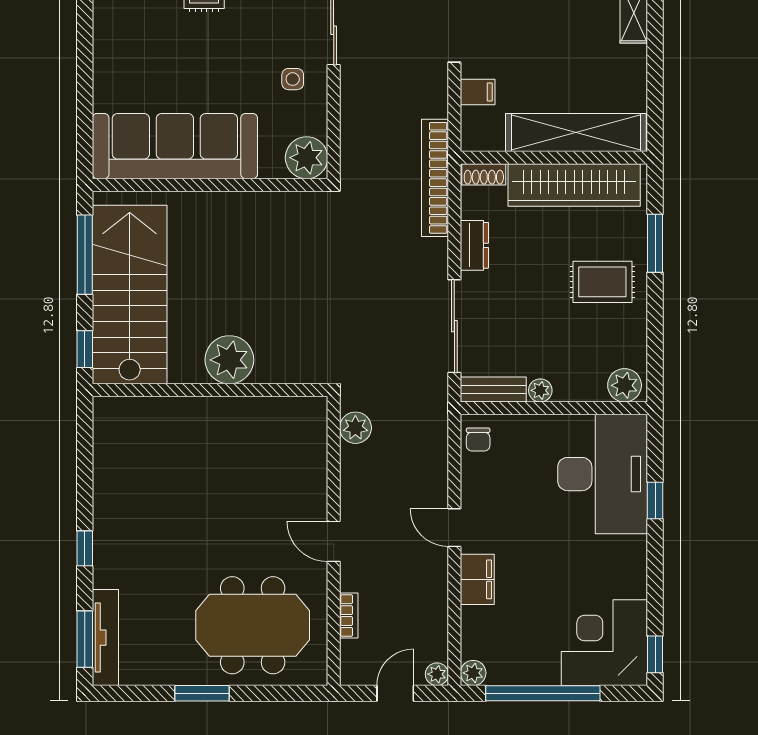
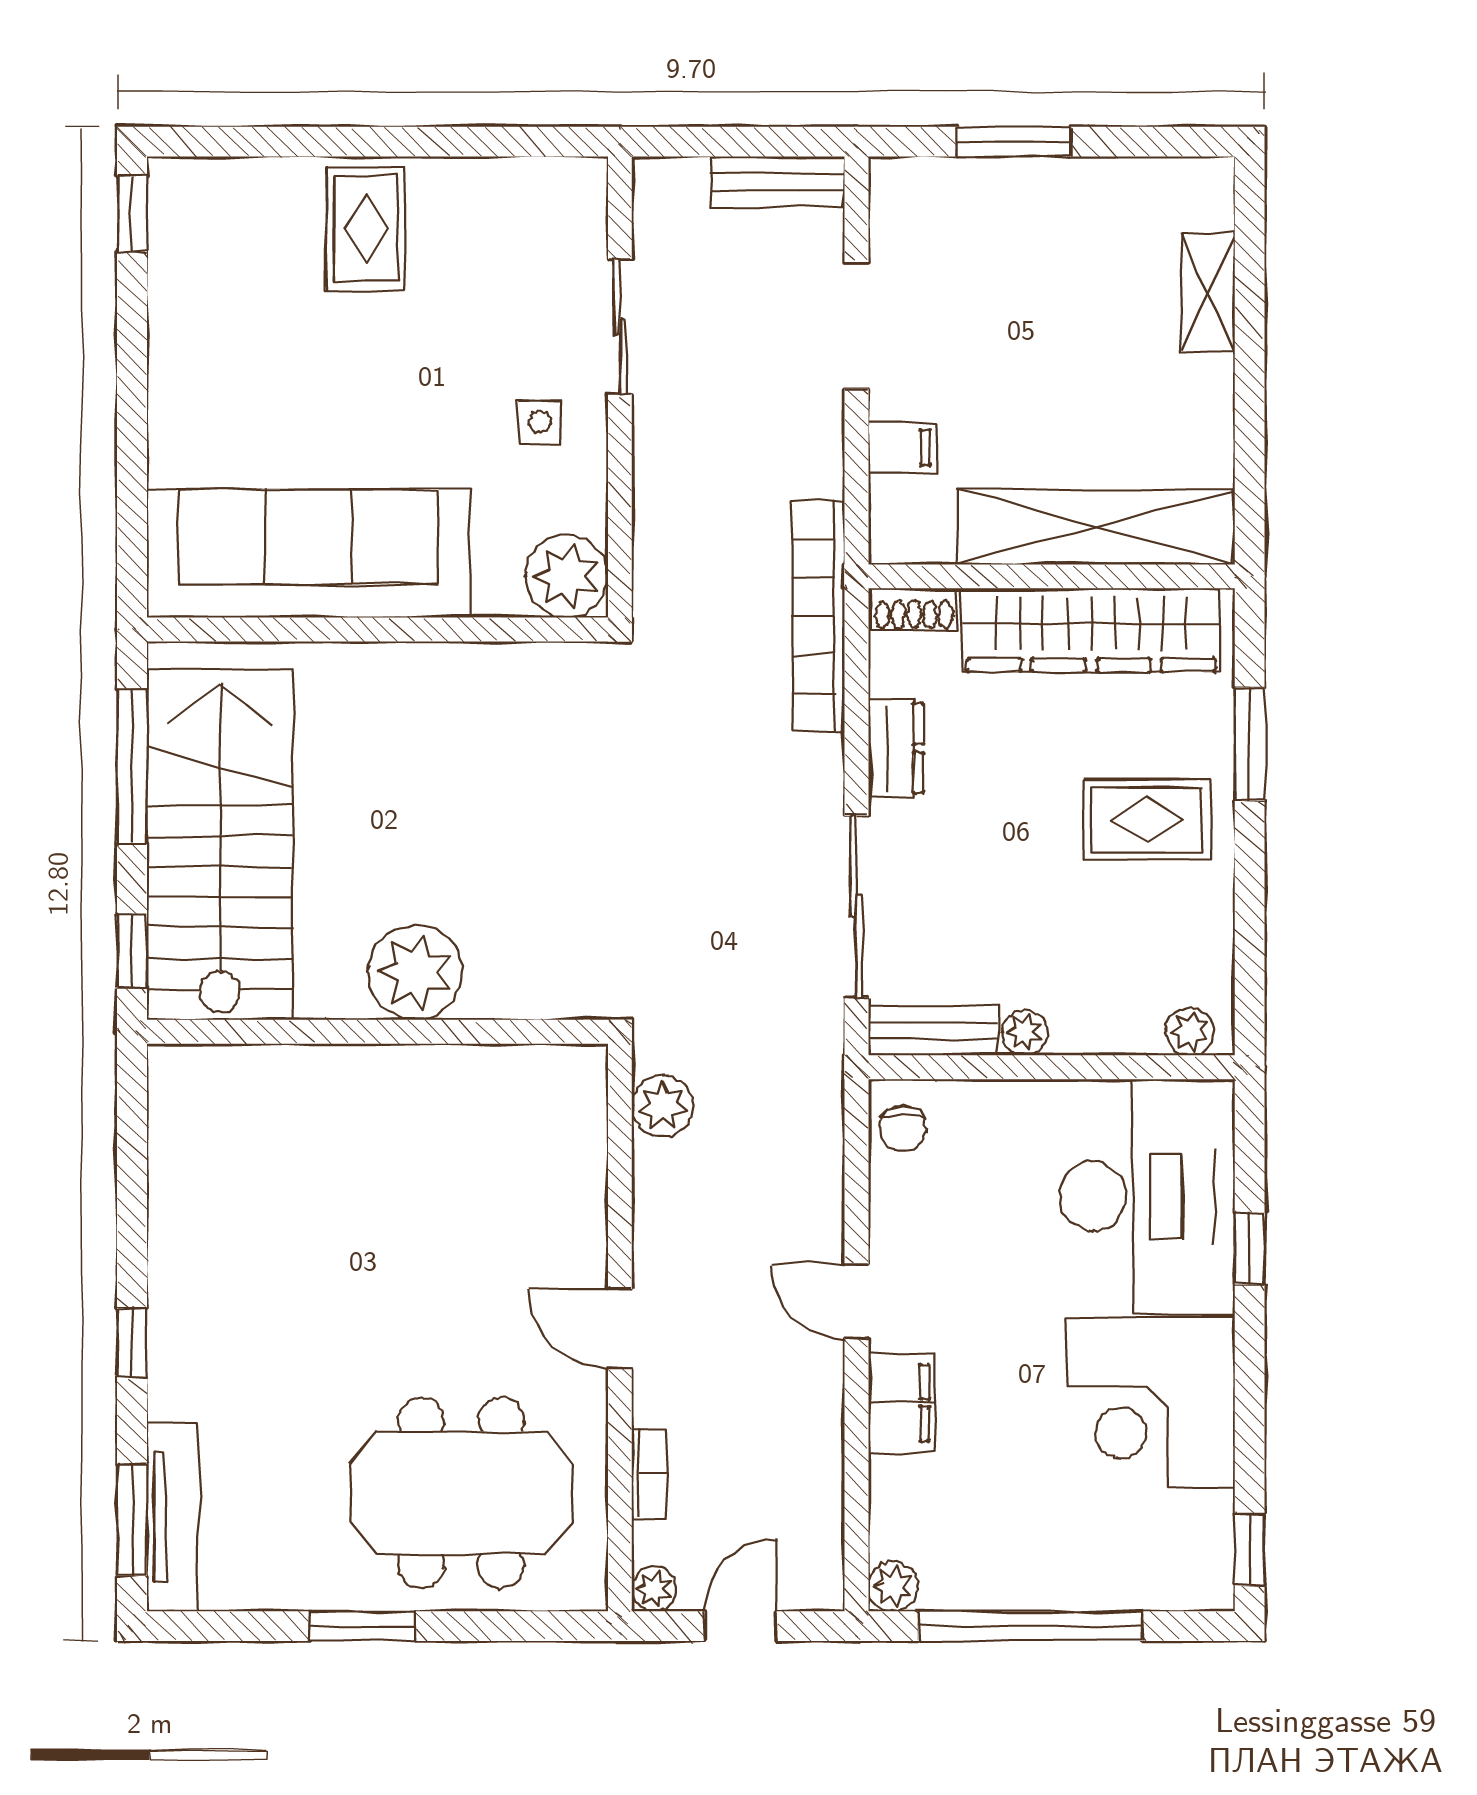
plant: (625, 385) -> (1190, 1031), width x0.73, depth x0.73
corner desk: (604, 643) -> (1151, 1403), moved, turned -90
plant: (437, 674) -> (654, 1589), moved

